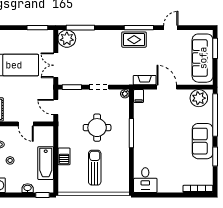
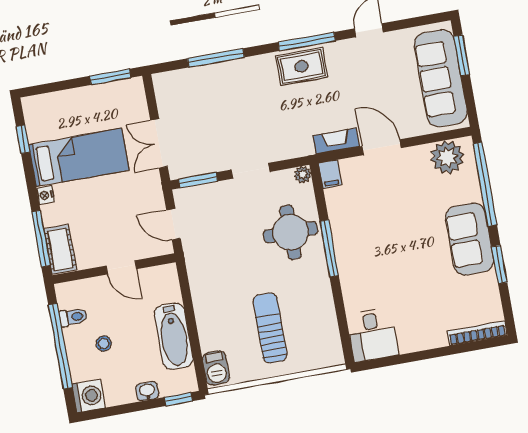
window: (80, 28) -> (216, 58), moved
plant: (67, 39) -> (171, 88), removed
round table: (97, 128) -> (291, 232), moved
barbecue: (64, 156) -> (216, 368), moved

